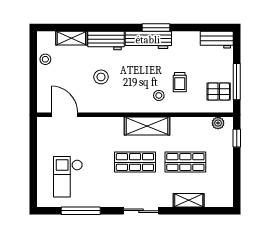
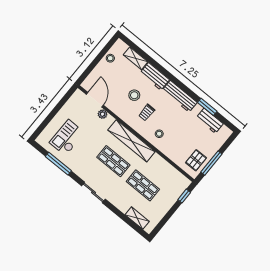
window: (156, 28) -> (207, 107), moved
workbench: (217, 40) -> (210, 121), moved
trolley: (180, 82) -> (147, 112), moved
pallet: (219, 92) -> (196, 160), turned 90
plant: (218, 123) -> (102, 114), moved
shelving: (147, 126) -> (131, 141), width x1.47
shelving: (189, 200) -> (137, 218), moved

